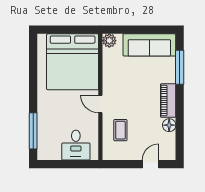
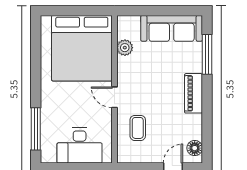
plant: (109, 41) -> (125, 48), moved
floor lamp: (169, 125) -> (195, 148), moved
desk: (76, 145) -> (80, 146), width x1.37

